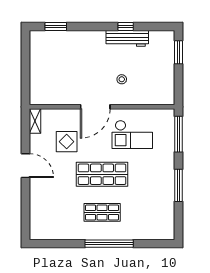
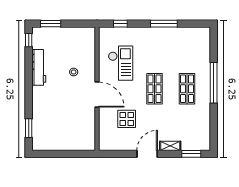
window: (126, 27) -> (29, 40), moved
shelving: (35, 121) -> (170, 146), moved
window: (178, 134) -> (120, 24), width x0.46
shop shelf: (102, 174) -> (154, 89), width x0.70, depth x0.74
window: (26, 218) -> (191, 154), added

